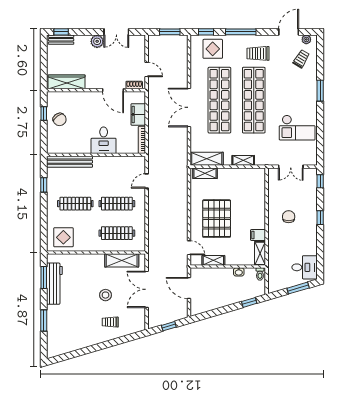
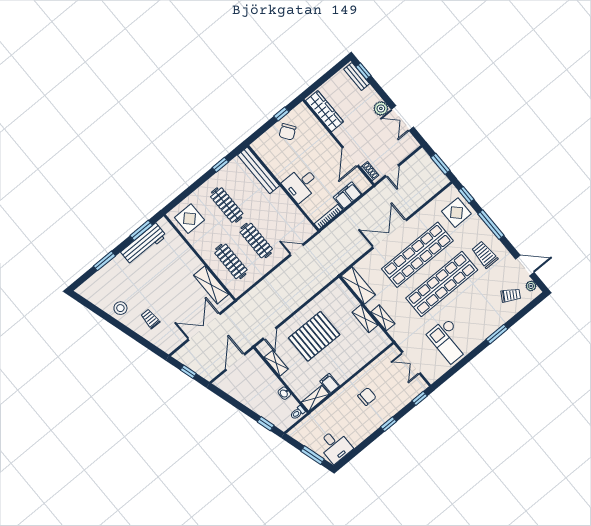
shelving: (205, 173) -> (365, 319), moved
stool: (105, 295) -> (120, 308), moved

